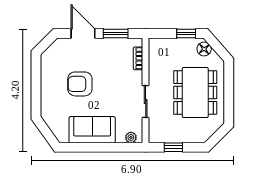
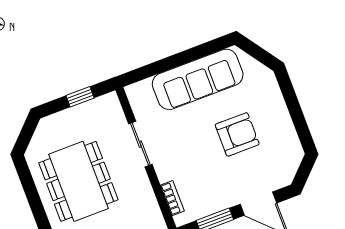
sofa: (92, 130) -> (198, 79), width x1.36
plant: (131, 137) -> (142, 89), removed

